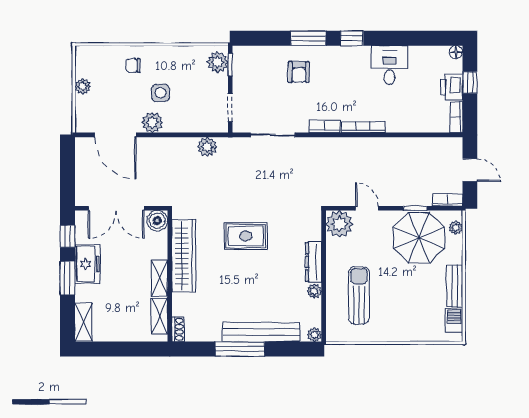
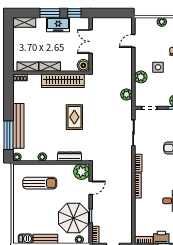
plant: (152, 122) -> (141, 77), moved
door: (115, 135) -> (133, 41), width x0.53
double door: (116, 208) -> (91, 41), width x0.73
dresser: (313, 262) -> (69, 157), moved
window: (240, 349) -> (9, 135), moved

